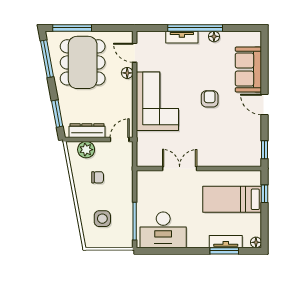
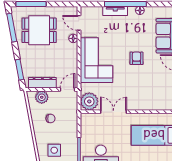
dining table: (83, 62) -> (39, 30), width x0.73
plant: (148, 155) -> (89, 101), added

